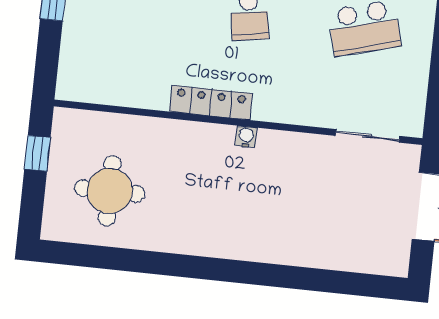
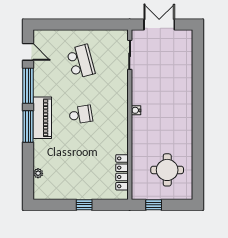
locker: (211, 103) -> (122, 172), moved

